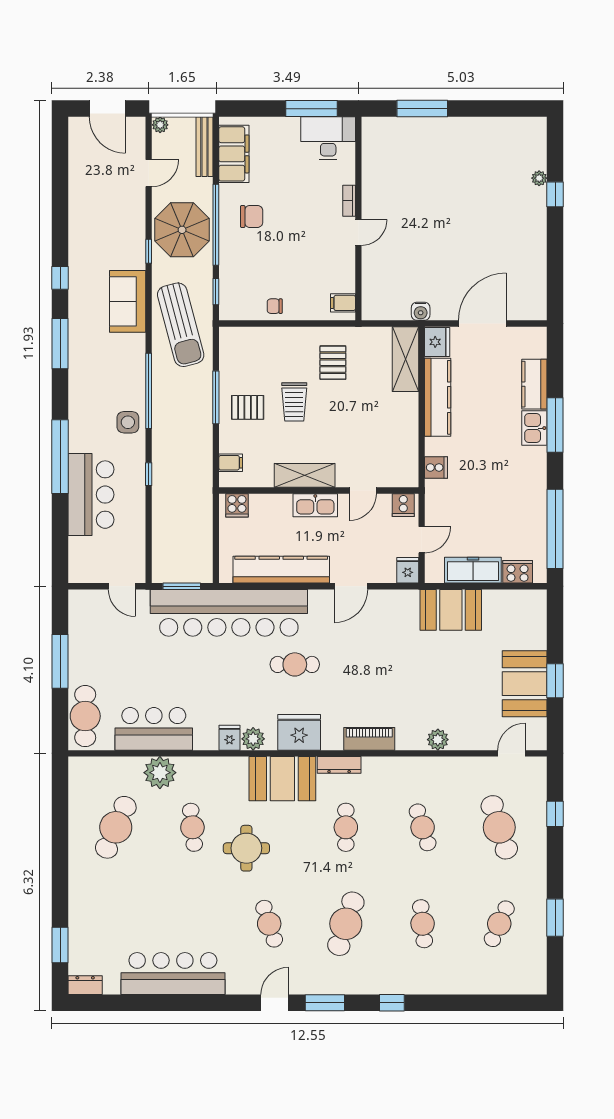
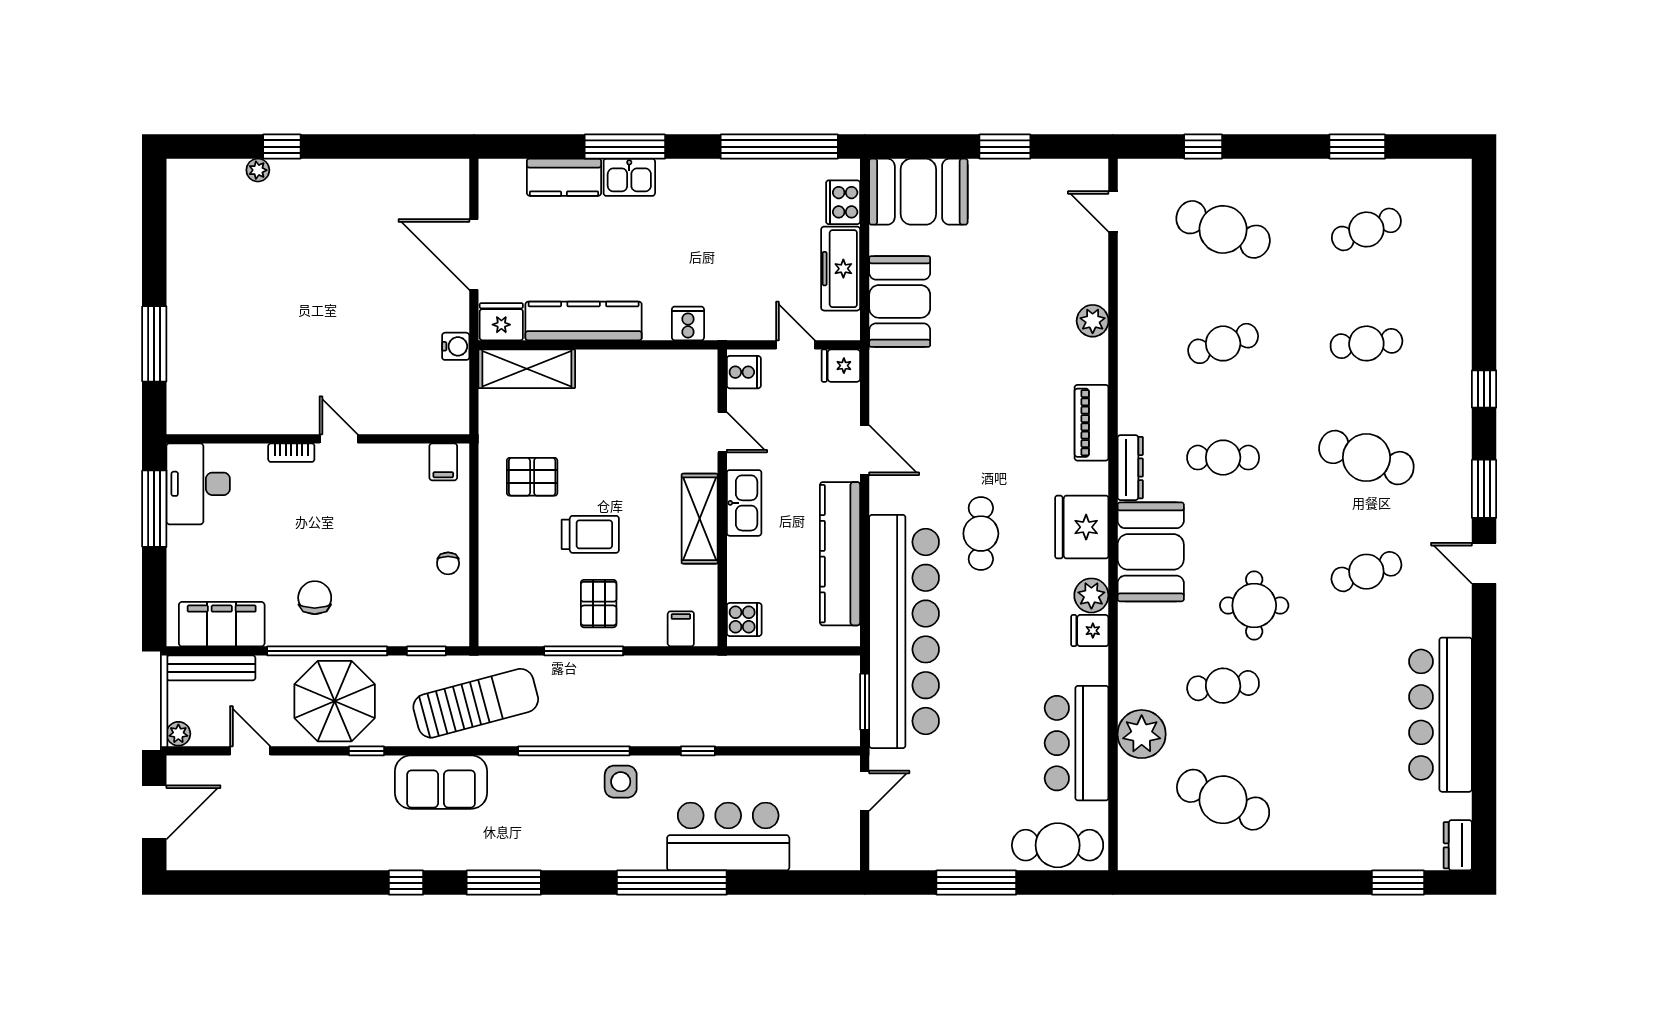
booth: (525, 684) -> (918, 192), moved
cafe table: (499, 827) -> (1223, 229), turned 39
cafe table: (499, 924) -> (1366, 229), turned -45

